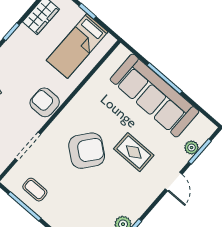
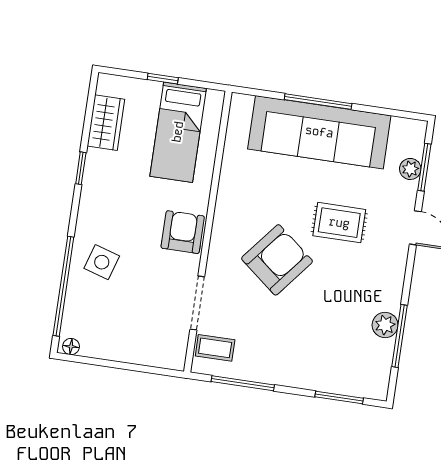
armchair: (45, 102) -> (183, 232), turned 90
coffee table: (35, 190) -> (215, 348), moved

